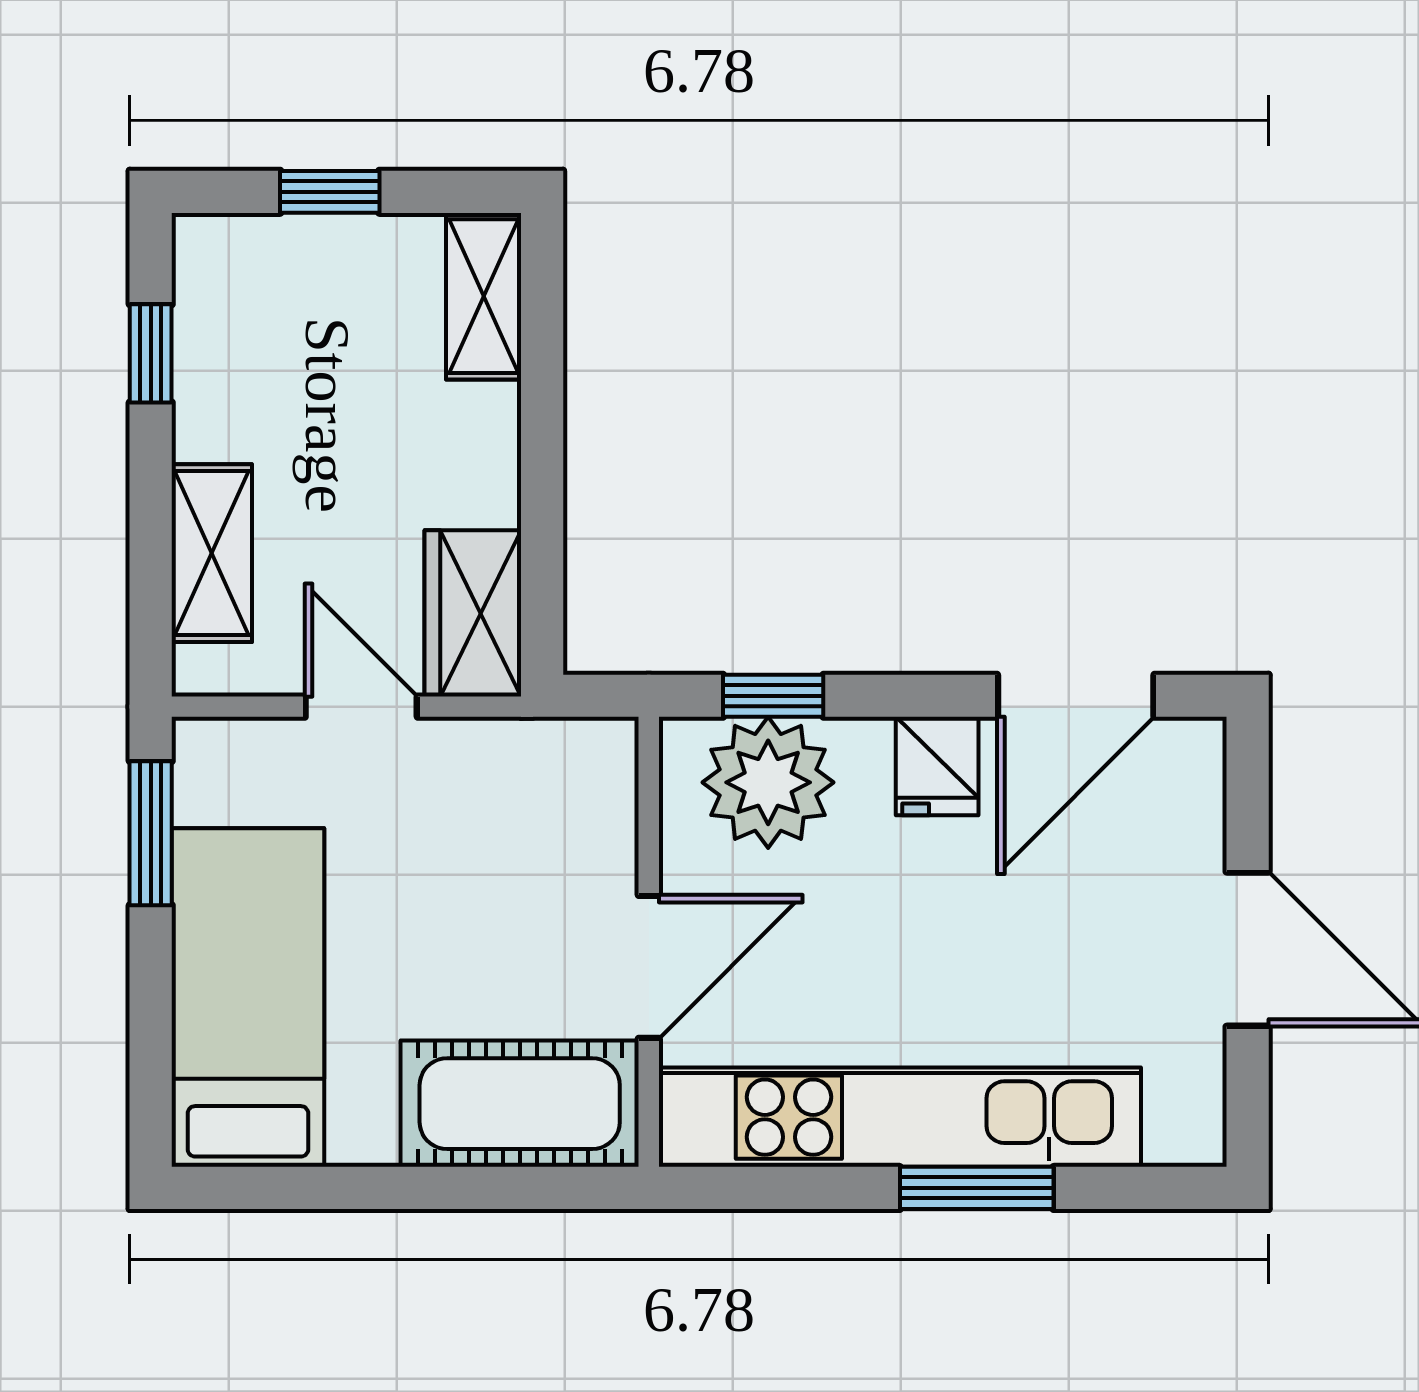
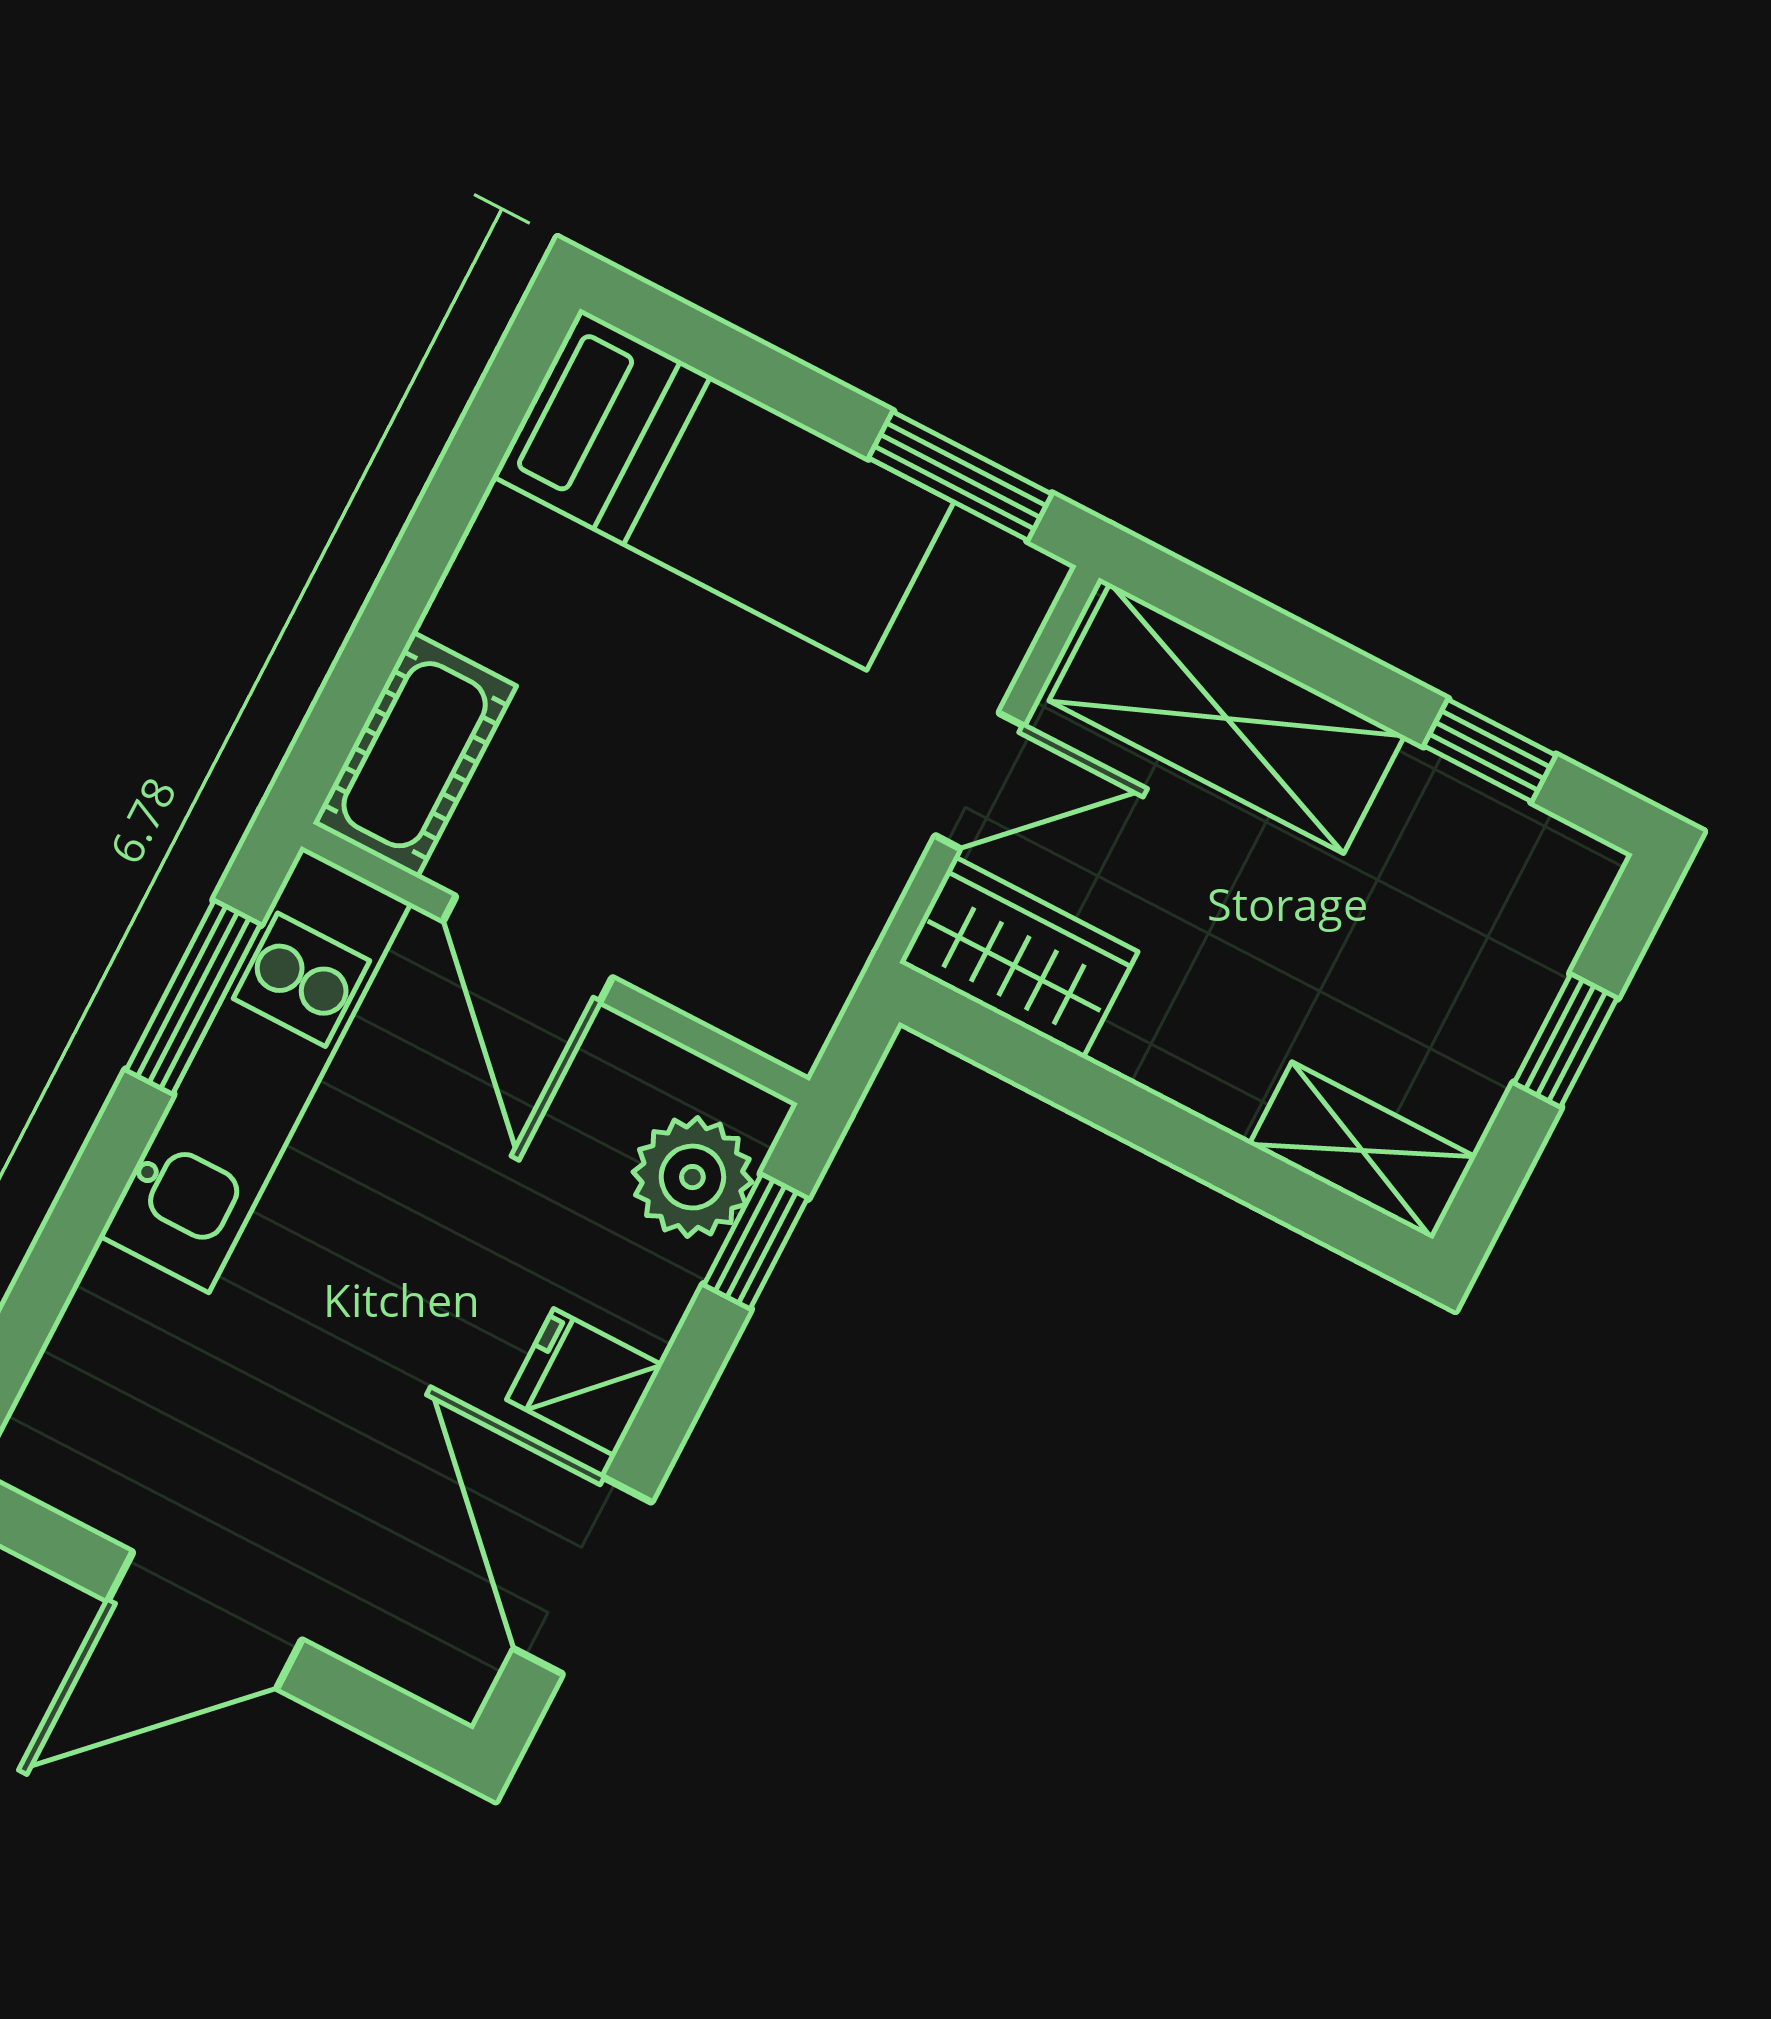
shelving: (212, 553) -> (1227, 718), width x1.50, depth x1.33
plant: (768, 782) -> (692, 1177), width x0.73, depth x0.73
cot: (520, 1104) -> (415, 755), width x0.73, depth x0.75
kitchen unit: (900, 1117) -> (255, 1069), width x0.73
window: (977, 1188) -> (193, 997), moved

